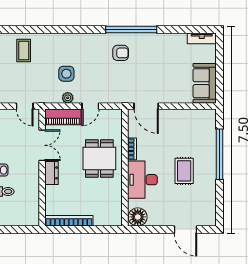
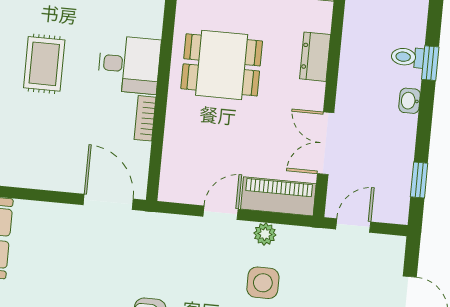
door: (25, 106) -> (353, 226), hinge flipped
dining table: (99, 159) -> (222, 65), moved, turned 90
dresser: (51, 173) -> (315, 57), moved
desk: (142, 180) -> (129, 65), width x0.73

